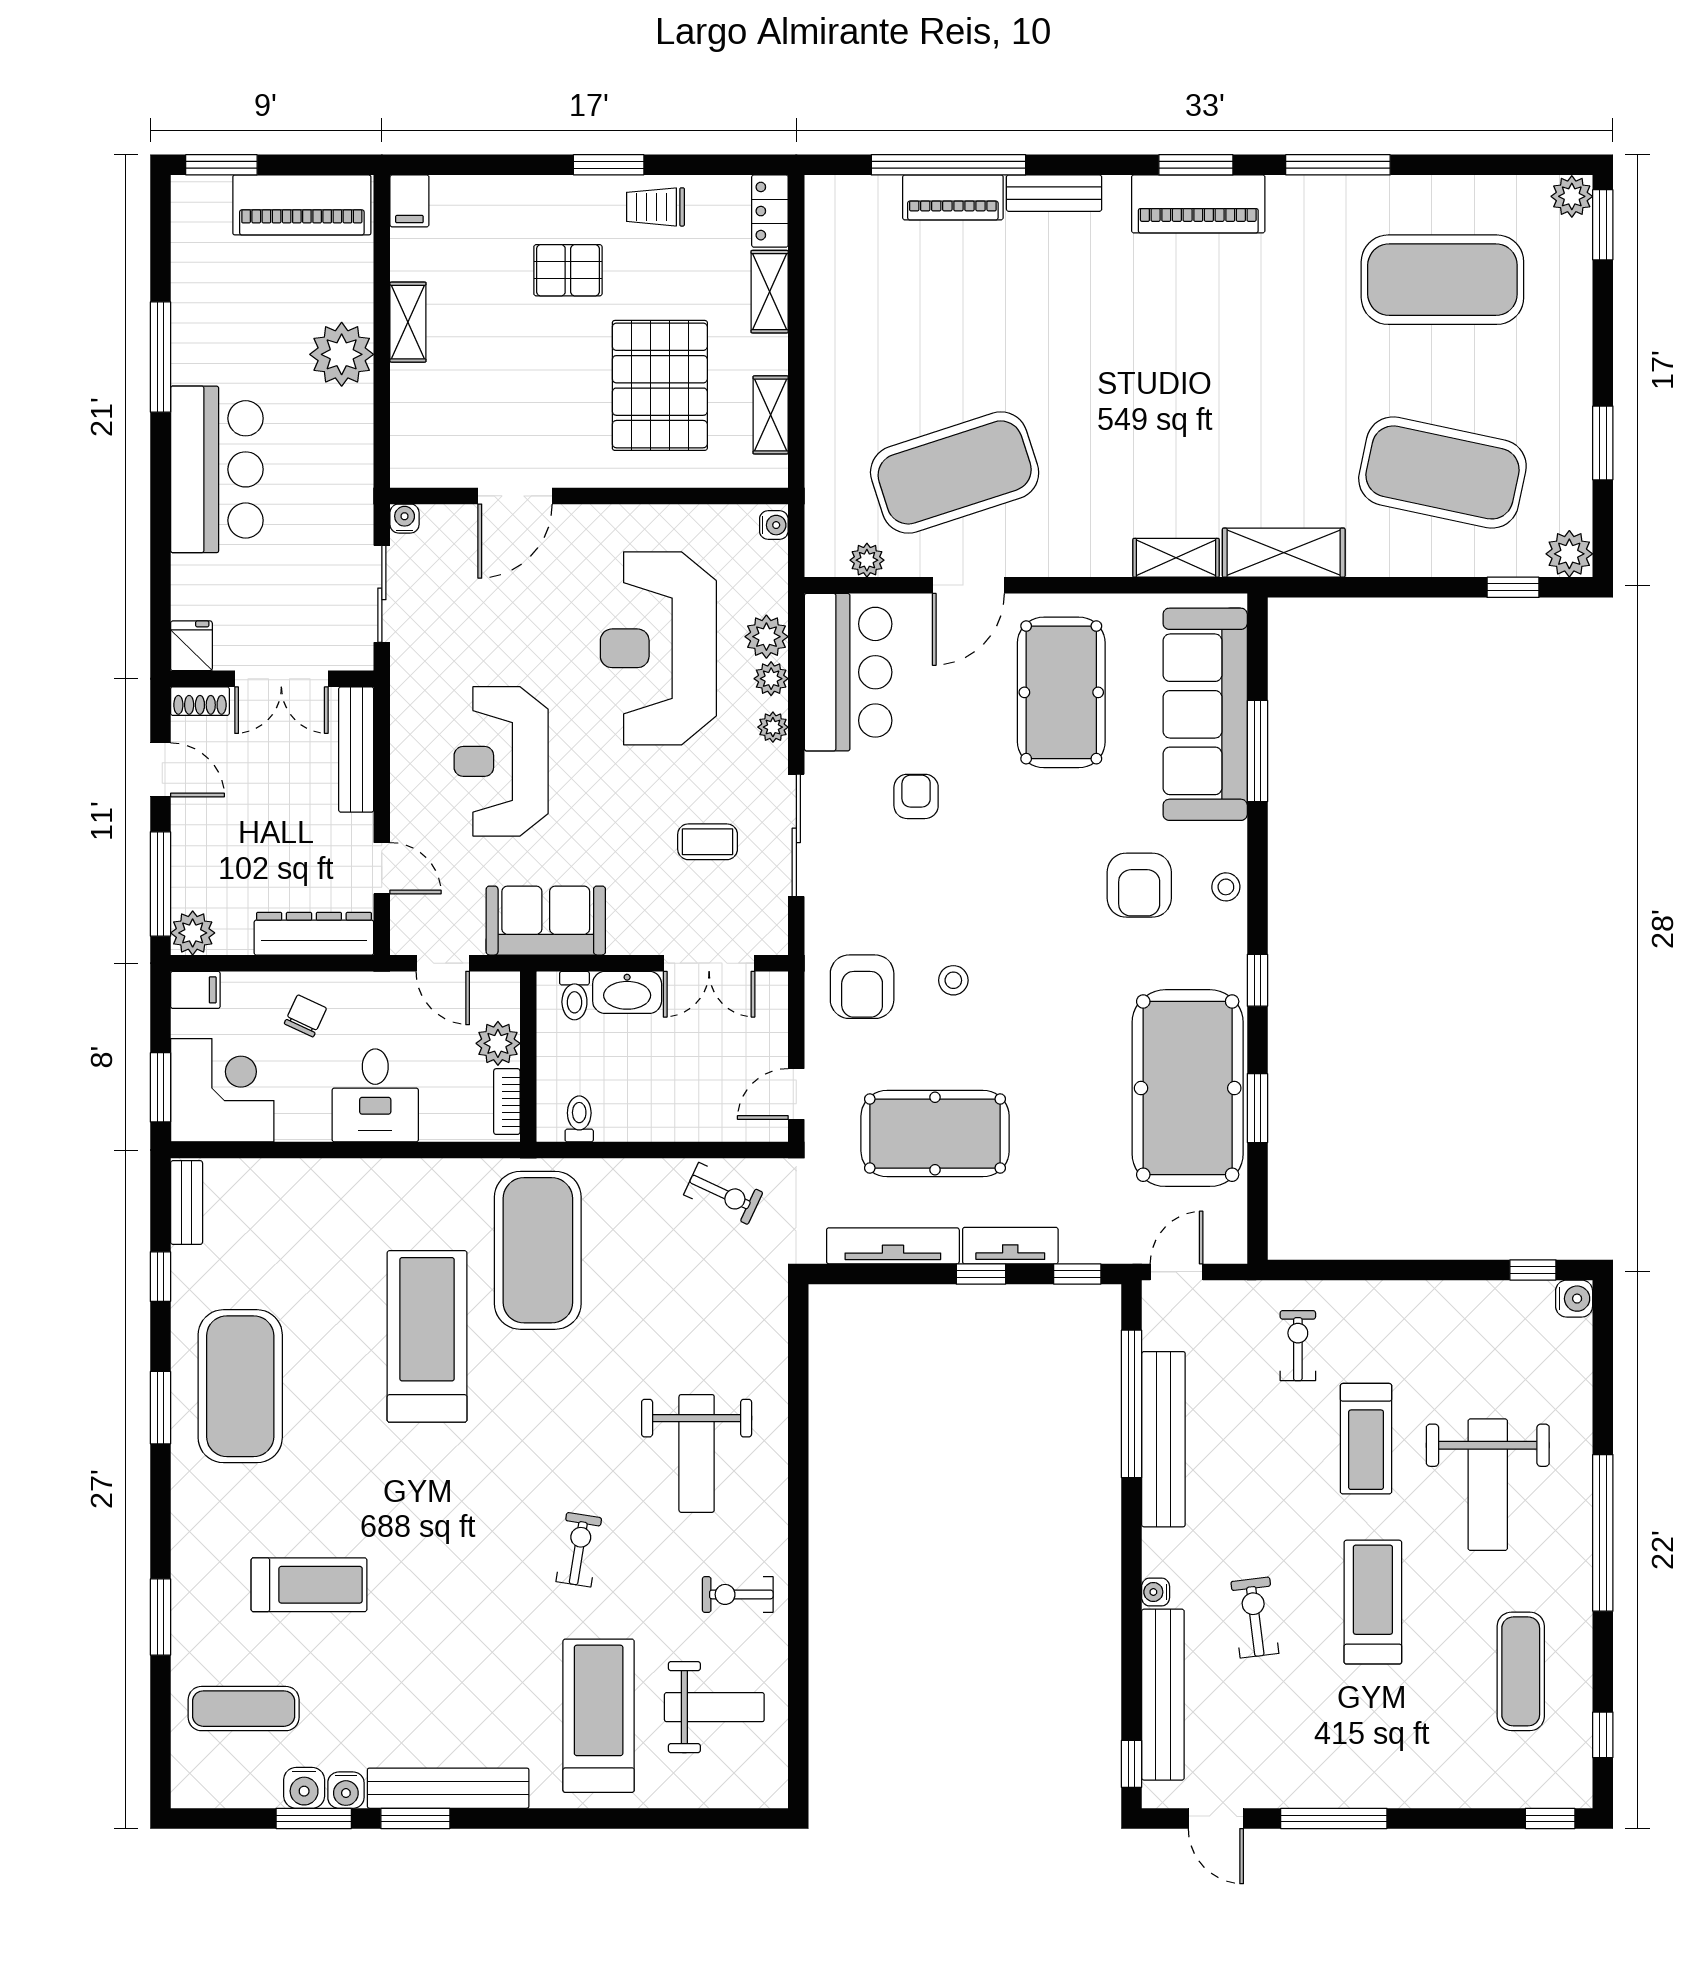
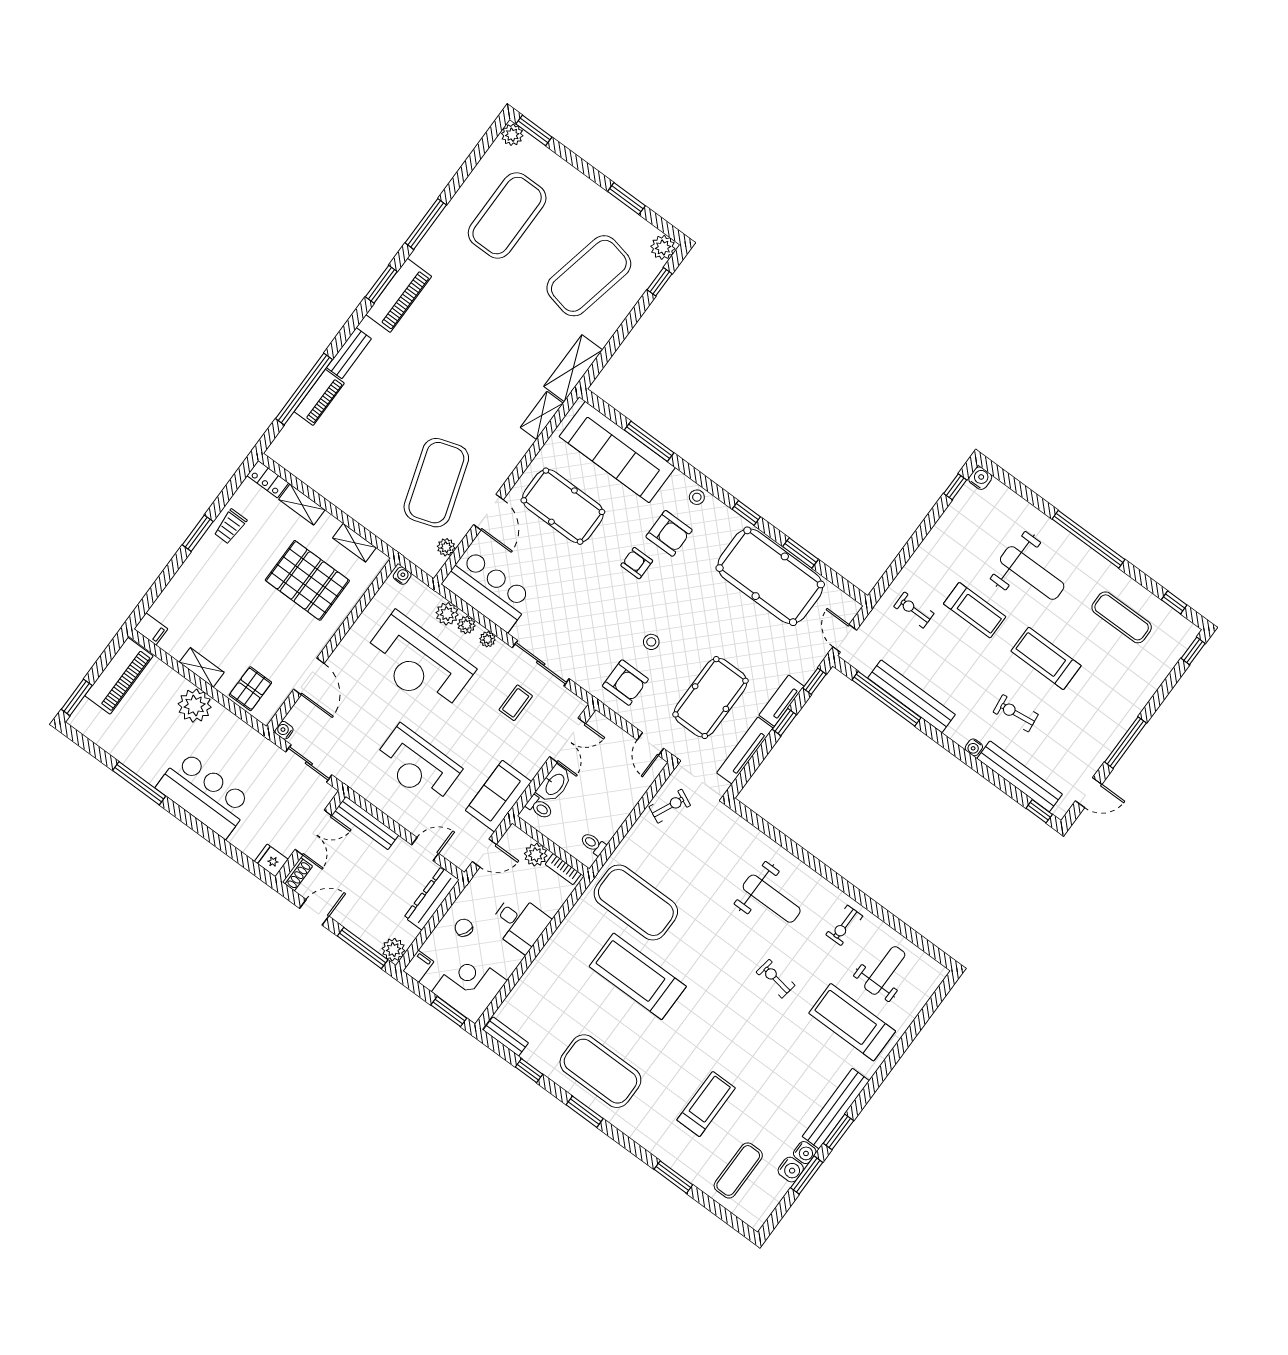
pallet: (568, 270) -> (250, 689), moved
armchair: (916, 796) -> (637, 563), moved

